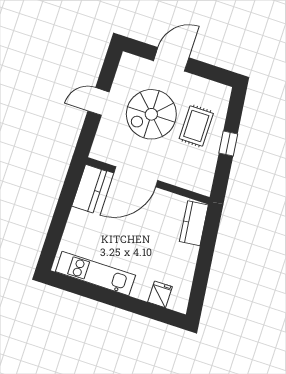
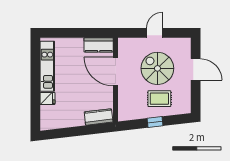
door: (98, 101) -> (155, 33), hinge flipped
fridge: (160, 294) -> (47, 98), moved

